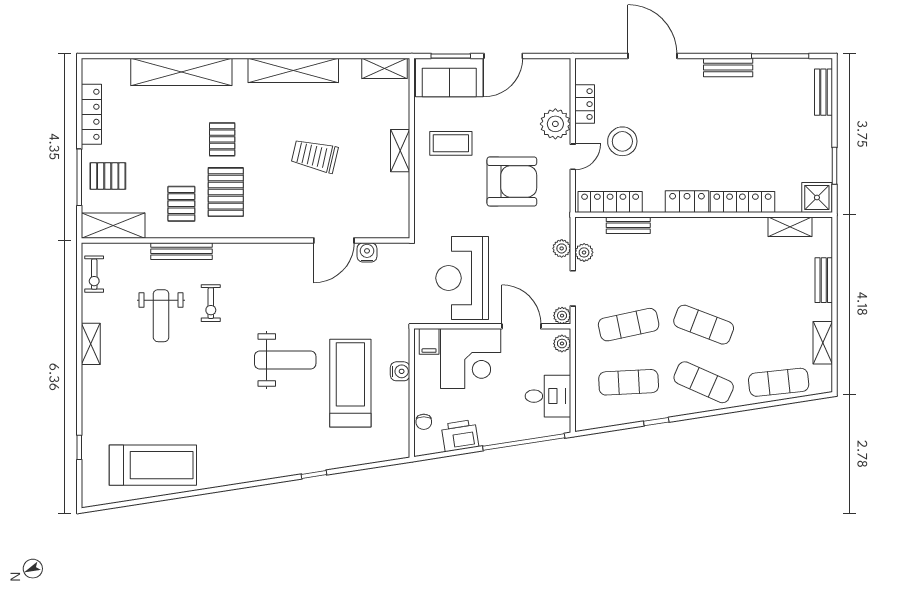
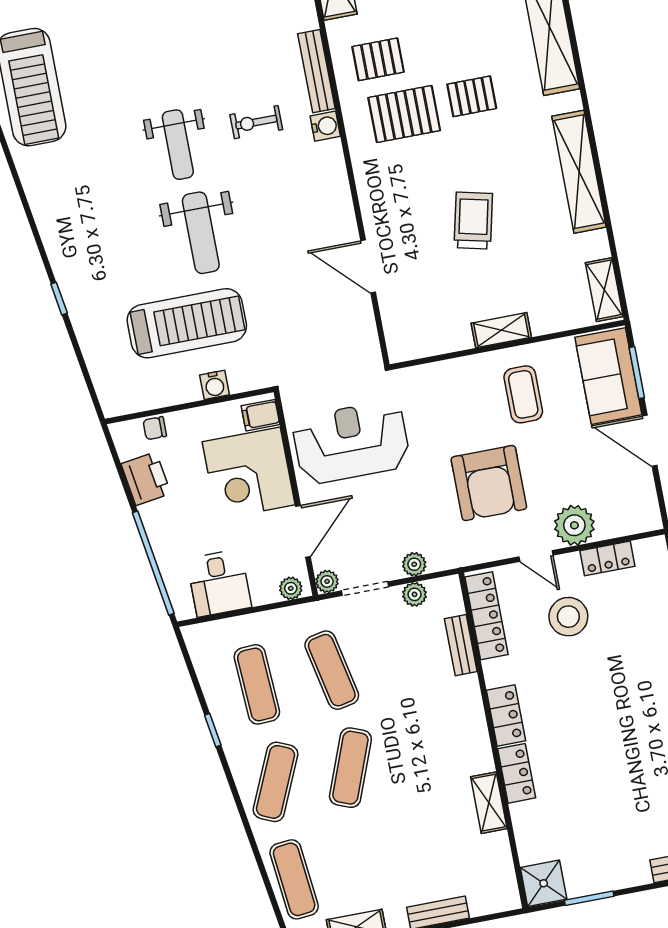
locker: (742, 202) -> (517, 773), width x0.66
shelving: (790, 227) -> (489, 803), moved
water cooler: (367, 252) -> (325, 126), moved
weight bench: (161, 316) -> (178, 145), moved, turned -90

